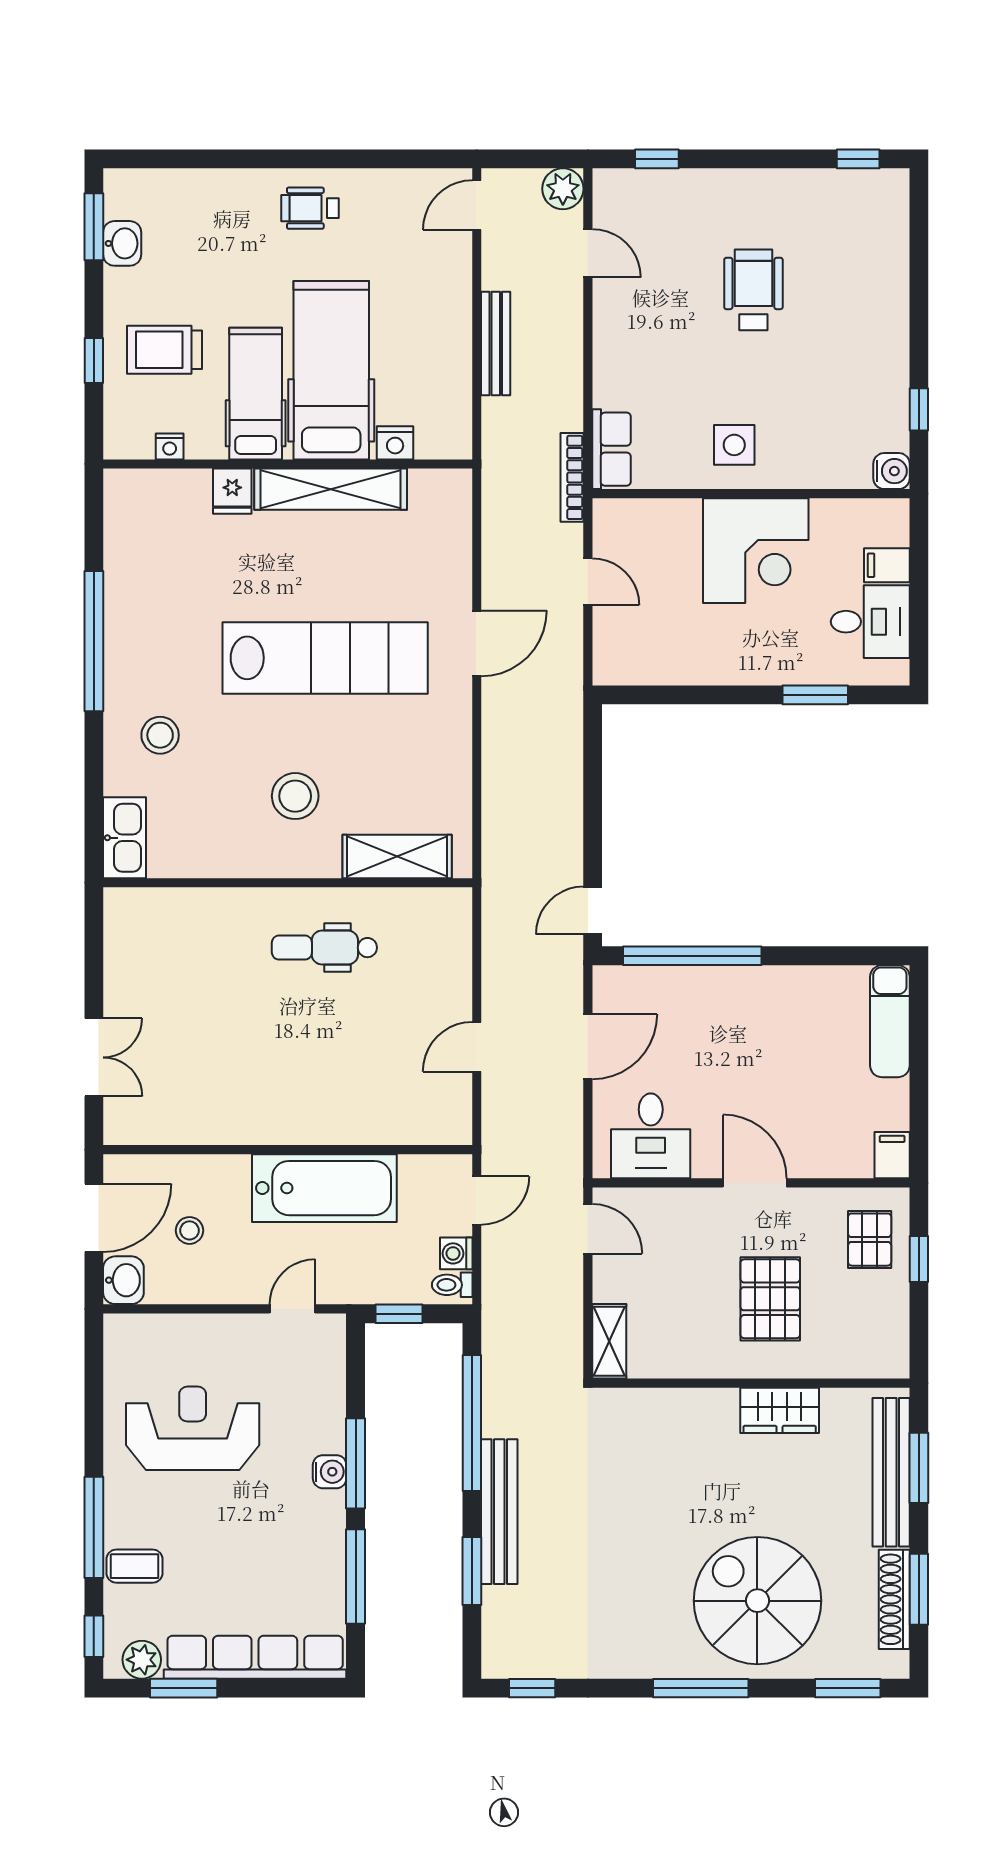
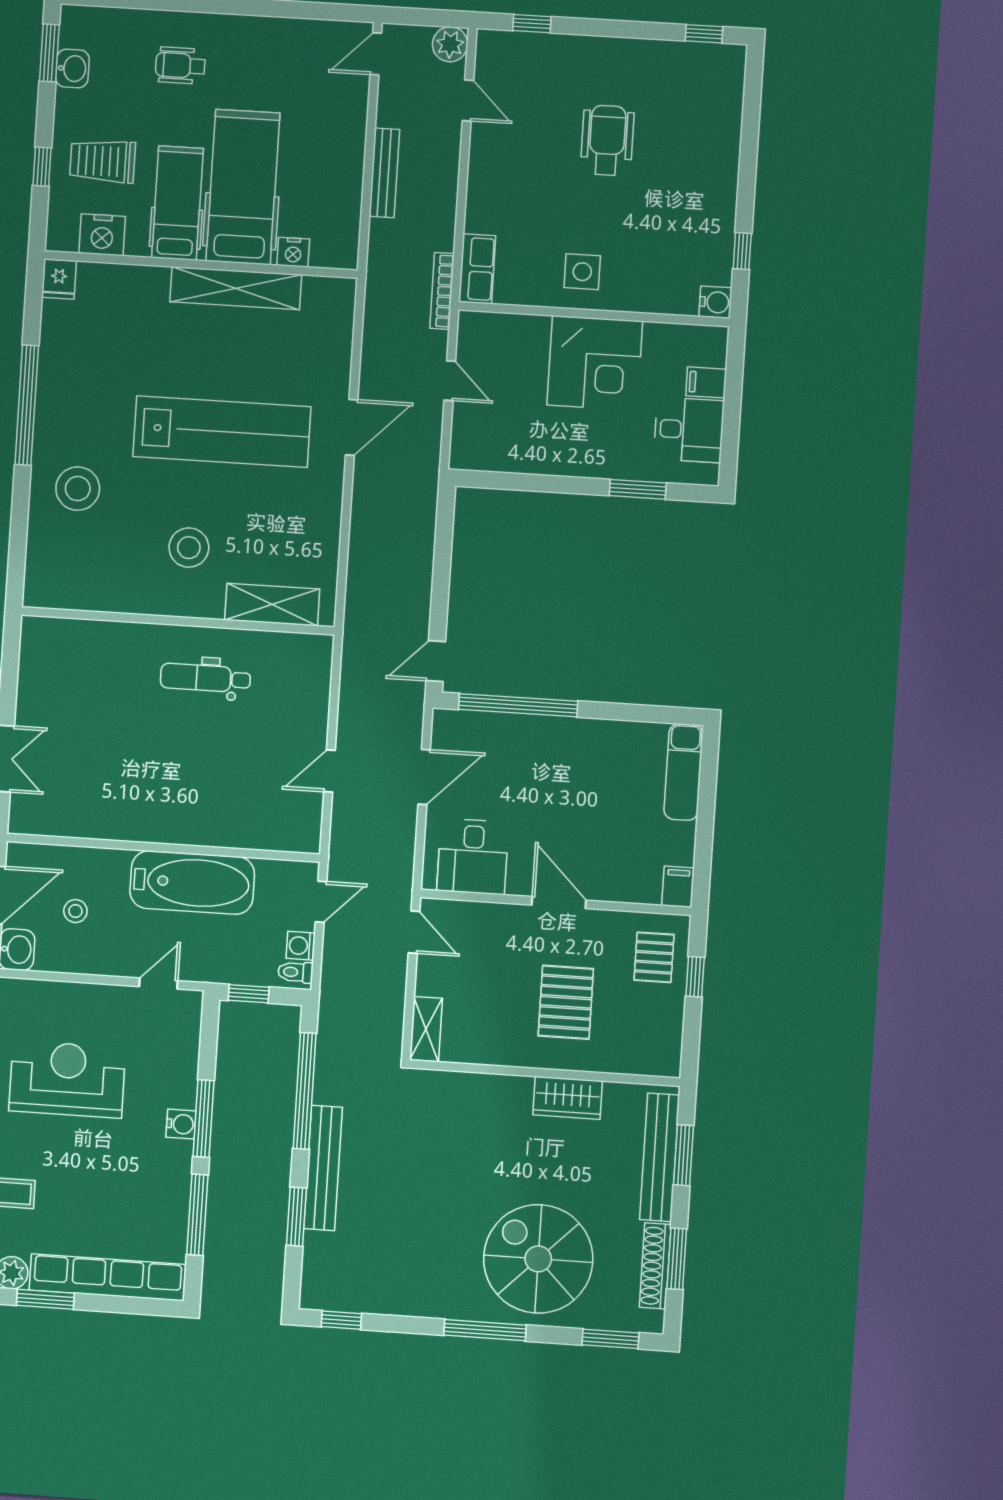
wheelchair: (310, 208) -> (180, 65), moved
nightstand: (170, 446) -> (102, 235), width x1.89, depth x1.79
fridge: (232, 491) -> (59, 279), moved
stool: (160, 735) -> (78, 489), width x1.38, depth x1.38
kitchen sink: (125, 838) -> (42, 574), removed

